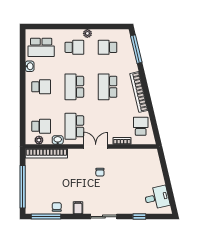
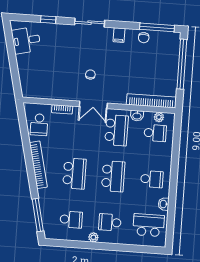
school desk: (41, 87) -> (152, 179), turned 180
school desk: (41, 126) -> (155, 133), turned 180

